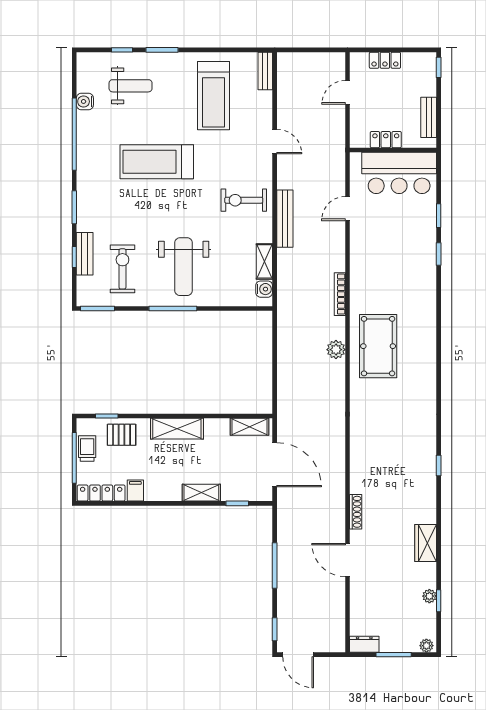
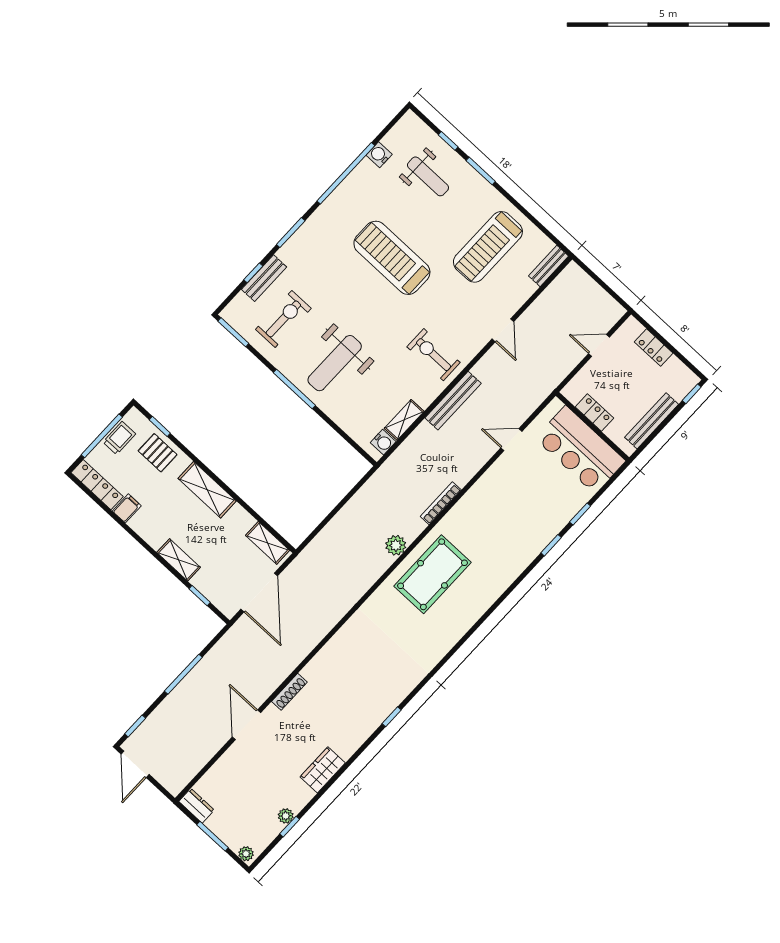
bench: (429, 117) -> (652, 421), width x1.36

